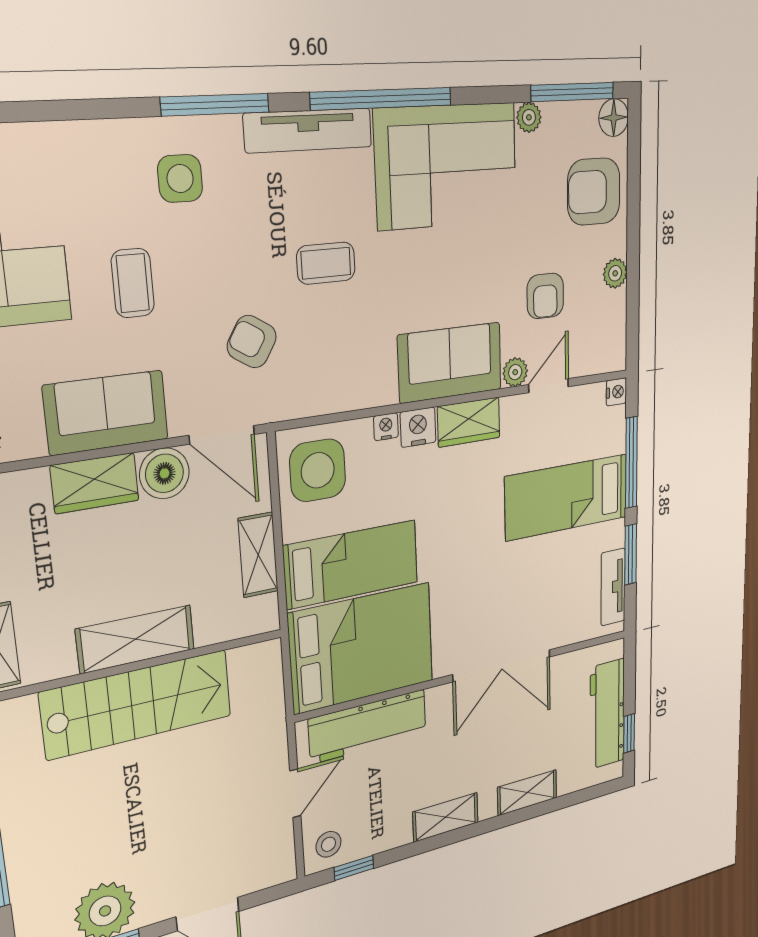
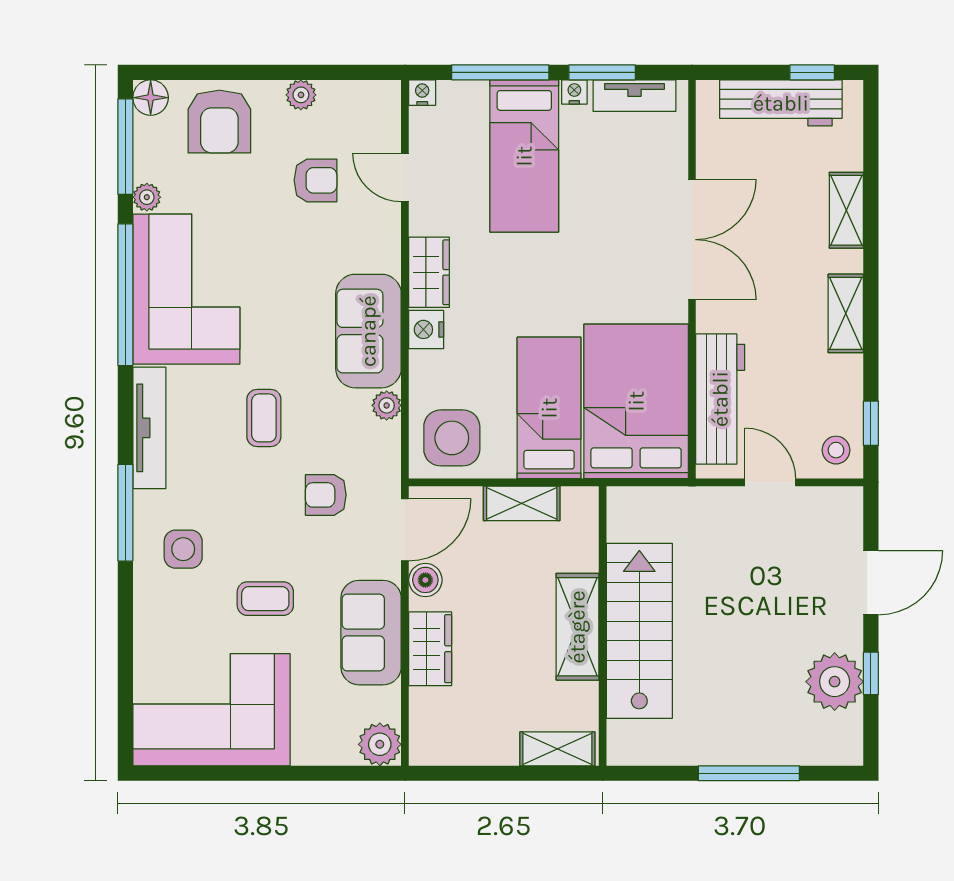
window: (382, 99) -> (125, 295), moved
armchair: (252, 342) -> (326, 495), turned 58
sofa: (450, 363) -> (368, 331), moved
plant: (515, 372) -> (387, 405), moved
nightstand: (386, 427) -> (574, 92), moved, turned 90
boiler: (164, 473) -> (425, 580), width x0.73, depth x0.73

